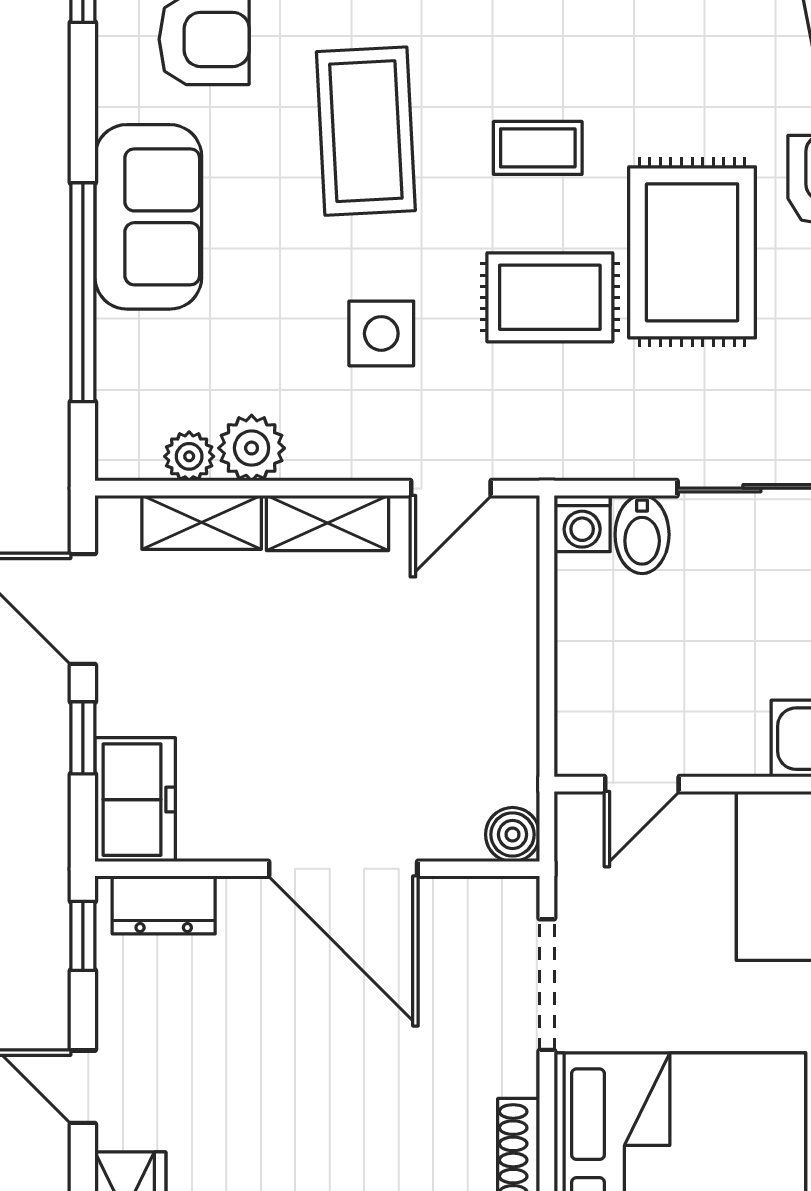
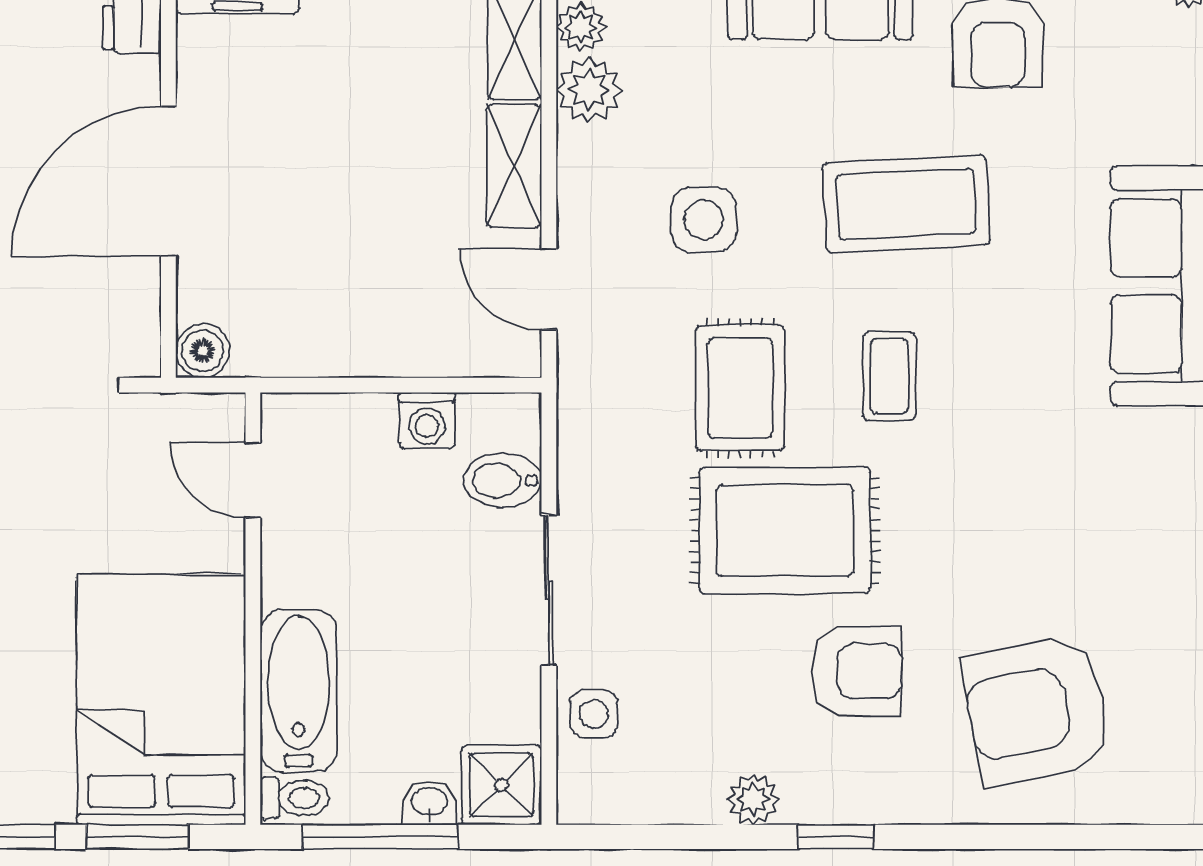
washing machine: (582, 524) -> (427, 420), moved, turned -90

